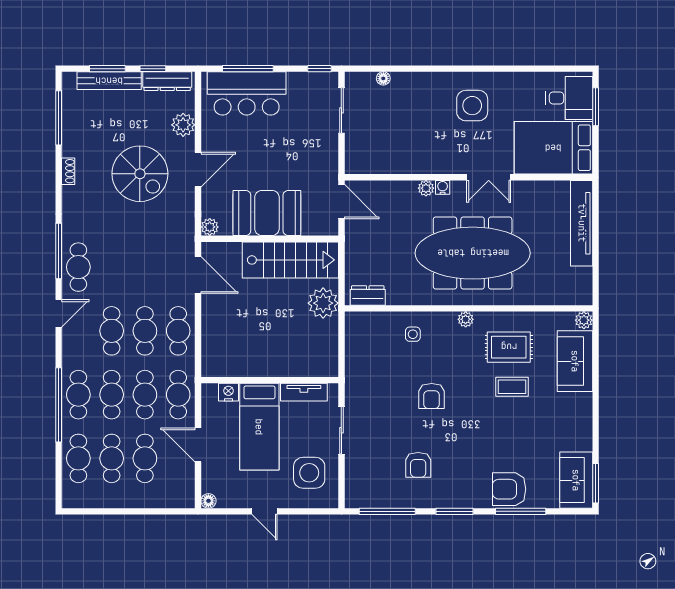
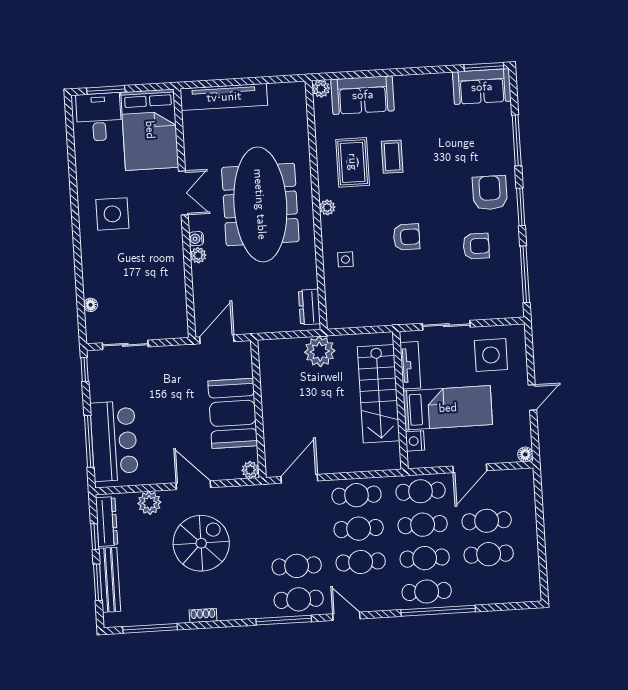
stairs: (290, 260) -> (379, 394), moved, turned 180
cafe table: (78, 458) -> (297, 566), moved
armchair: (509, 489) -> (490, 193), moved, turned 180

